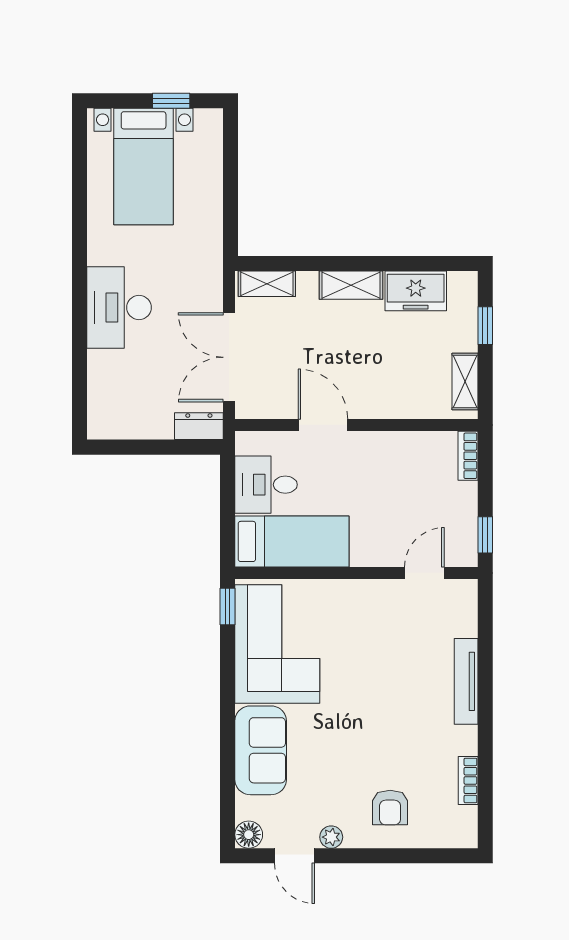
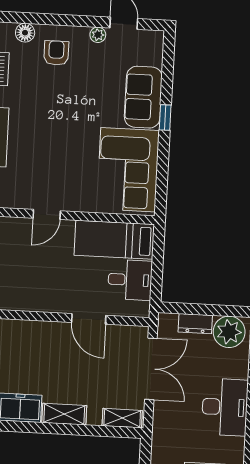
plant: (119, 417) -> (229, 332), added
dresser: (199, 426) -> (195, 324), moved
door: (424, 573) -> (47, 214), moved
window: (228, 607) -> (165, 118), moved
floor lamp: (249, 835) -> (25, 33), moved

